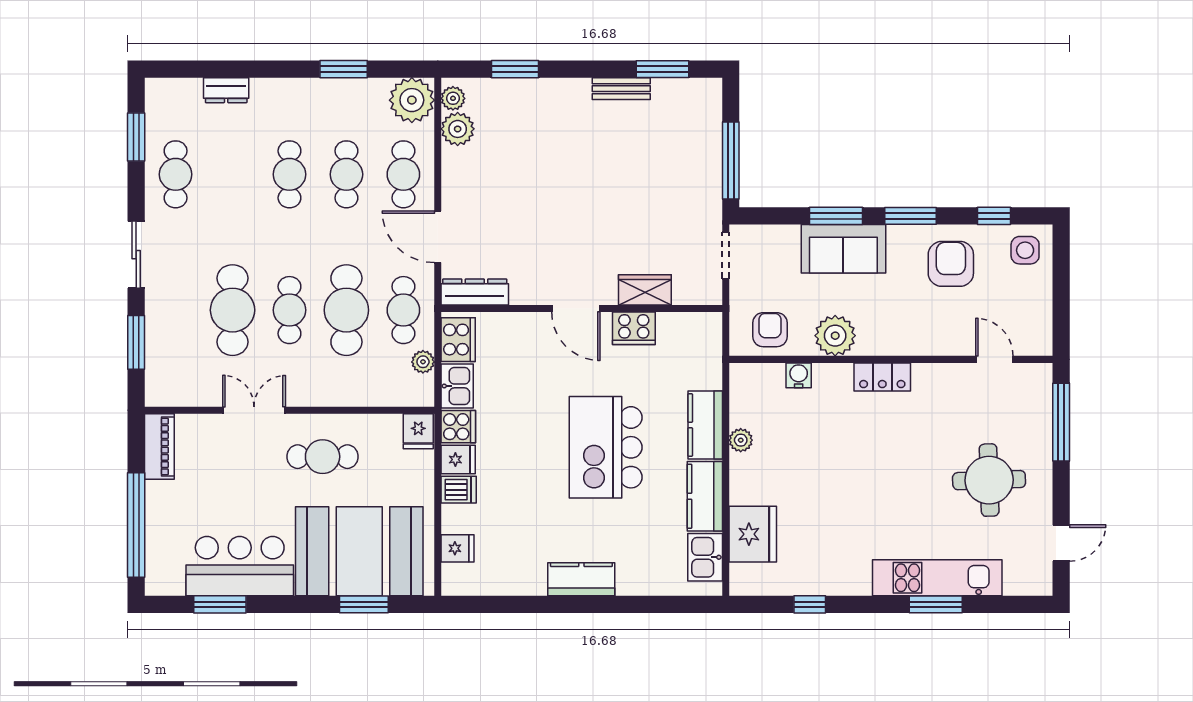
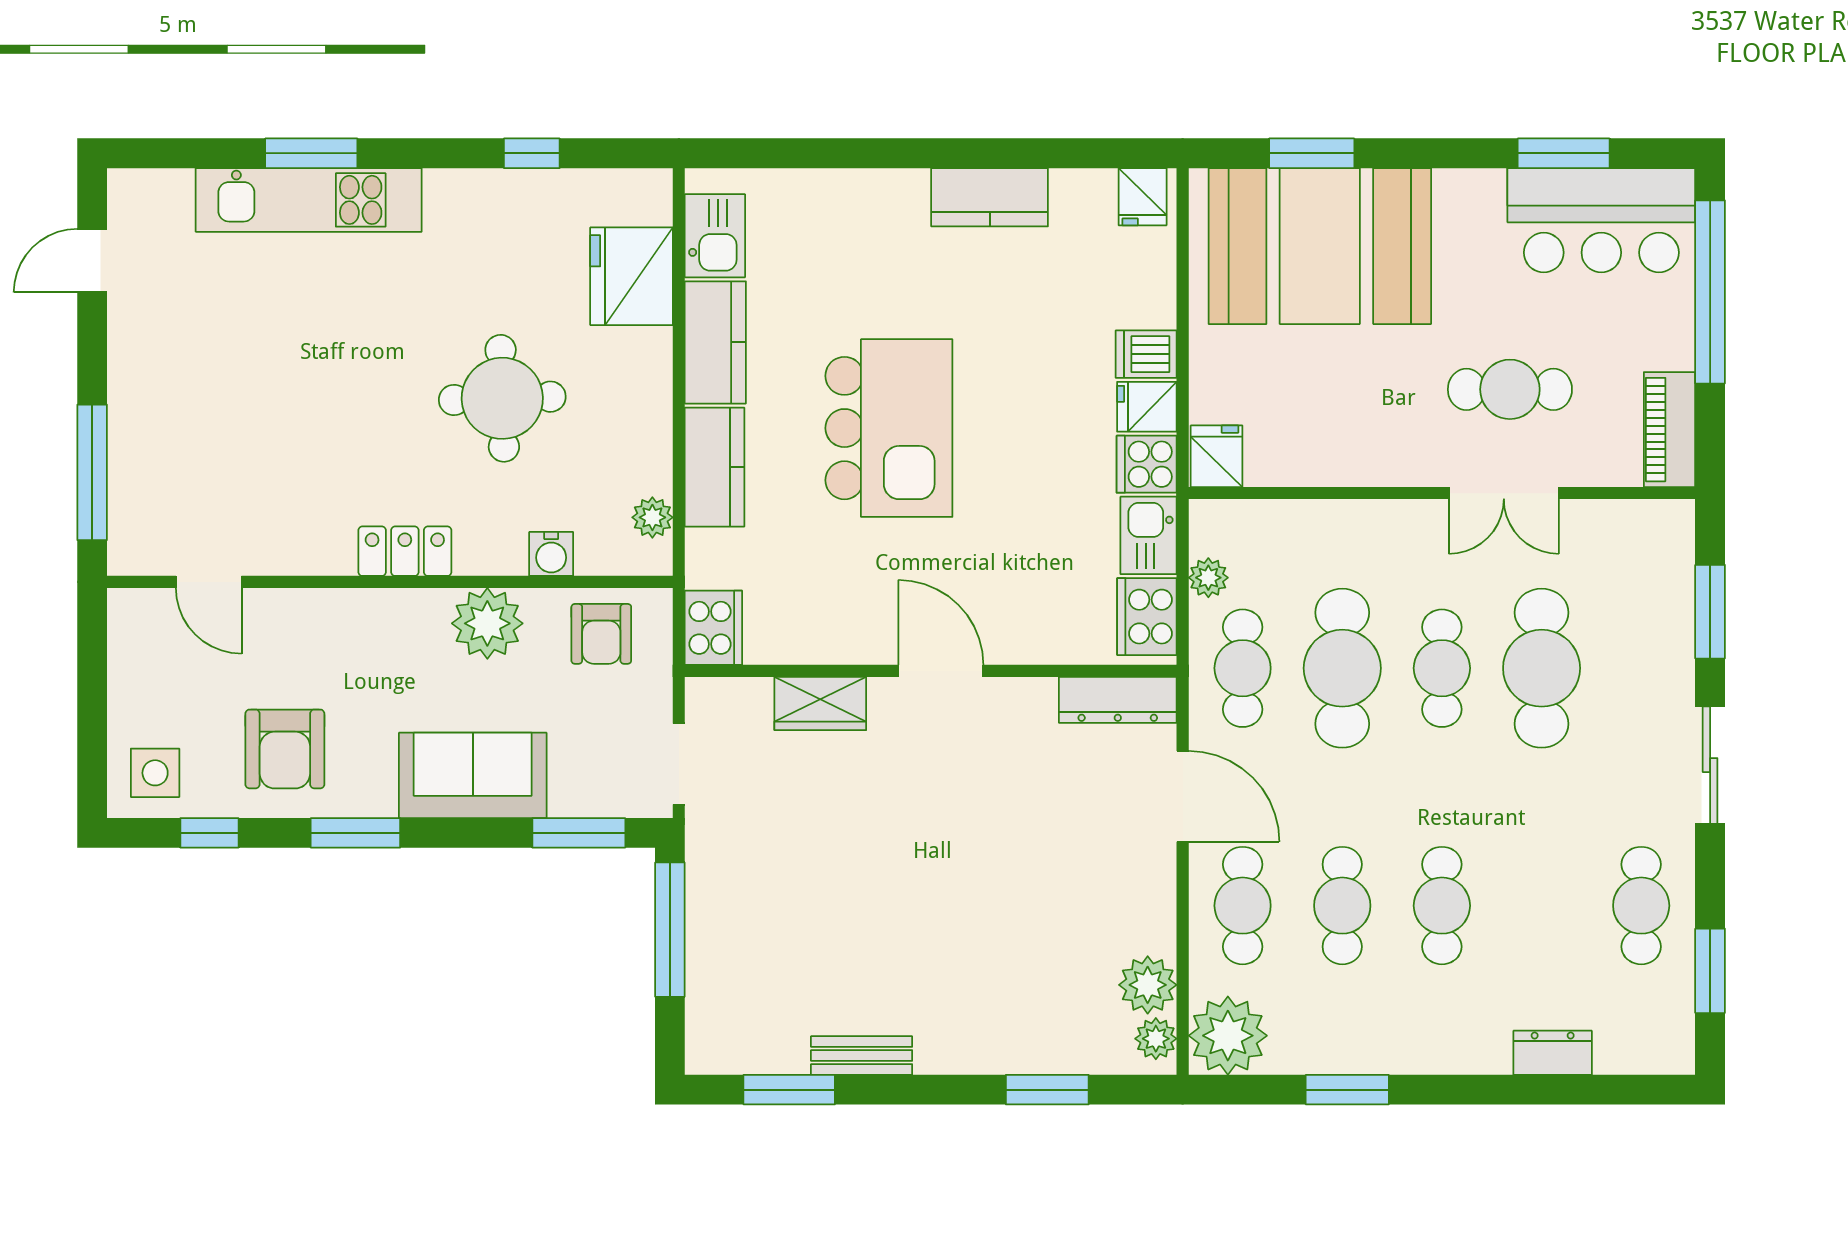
window: (836, 216) -> (579, 833), moved
cooker: (634, 328) -> (713, 628), moved, turned 90
plant: (741, 440) -> (652, 517), moved
cafe table: (323, 457) -> (1510, 389), moved
round table: (989, 480) -> (502, 398), moved
fridge: (457, 548) -> (1143, 197), moved, turned -90
bar counter: (240, 566) -> (1601, 220), moved
kitchen counter: (581, 579) -> (990, 197), moved

